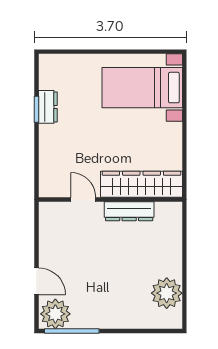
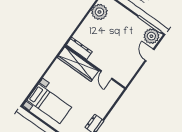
dresser: (129, 211) -> (79, 48), moved

